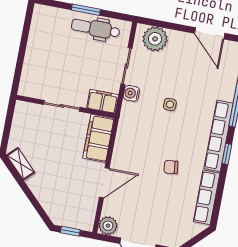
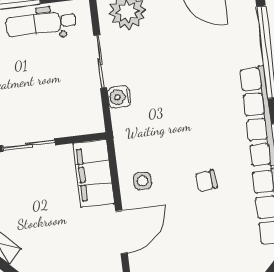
filing cabinet: (103, 101) -> (83, 121), removed
side table: (170, 104) -> (143, 181), moved

